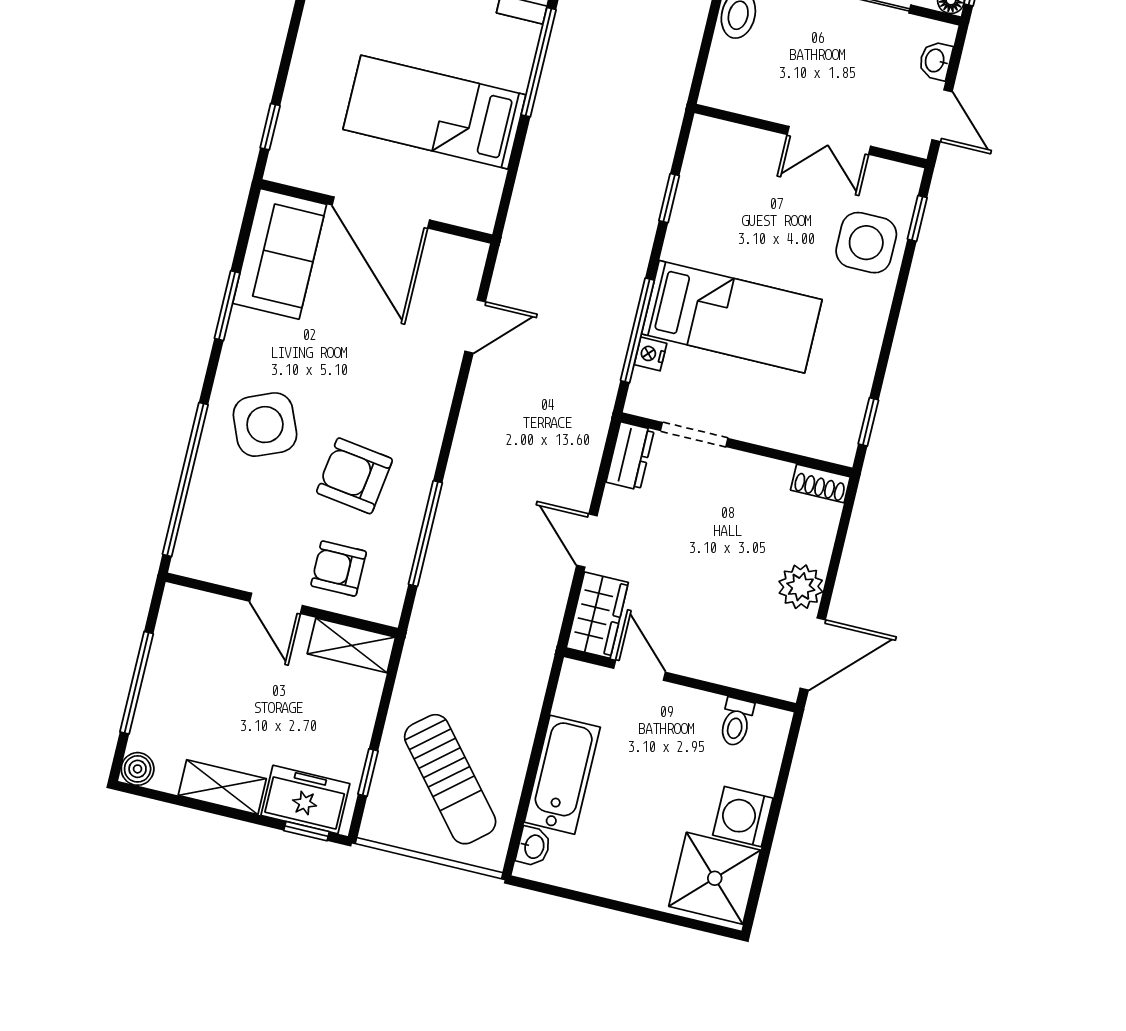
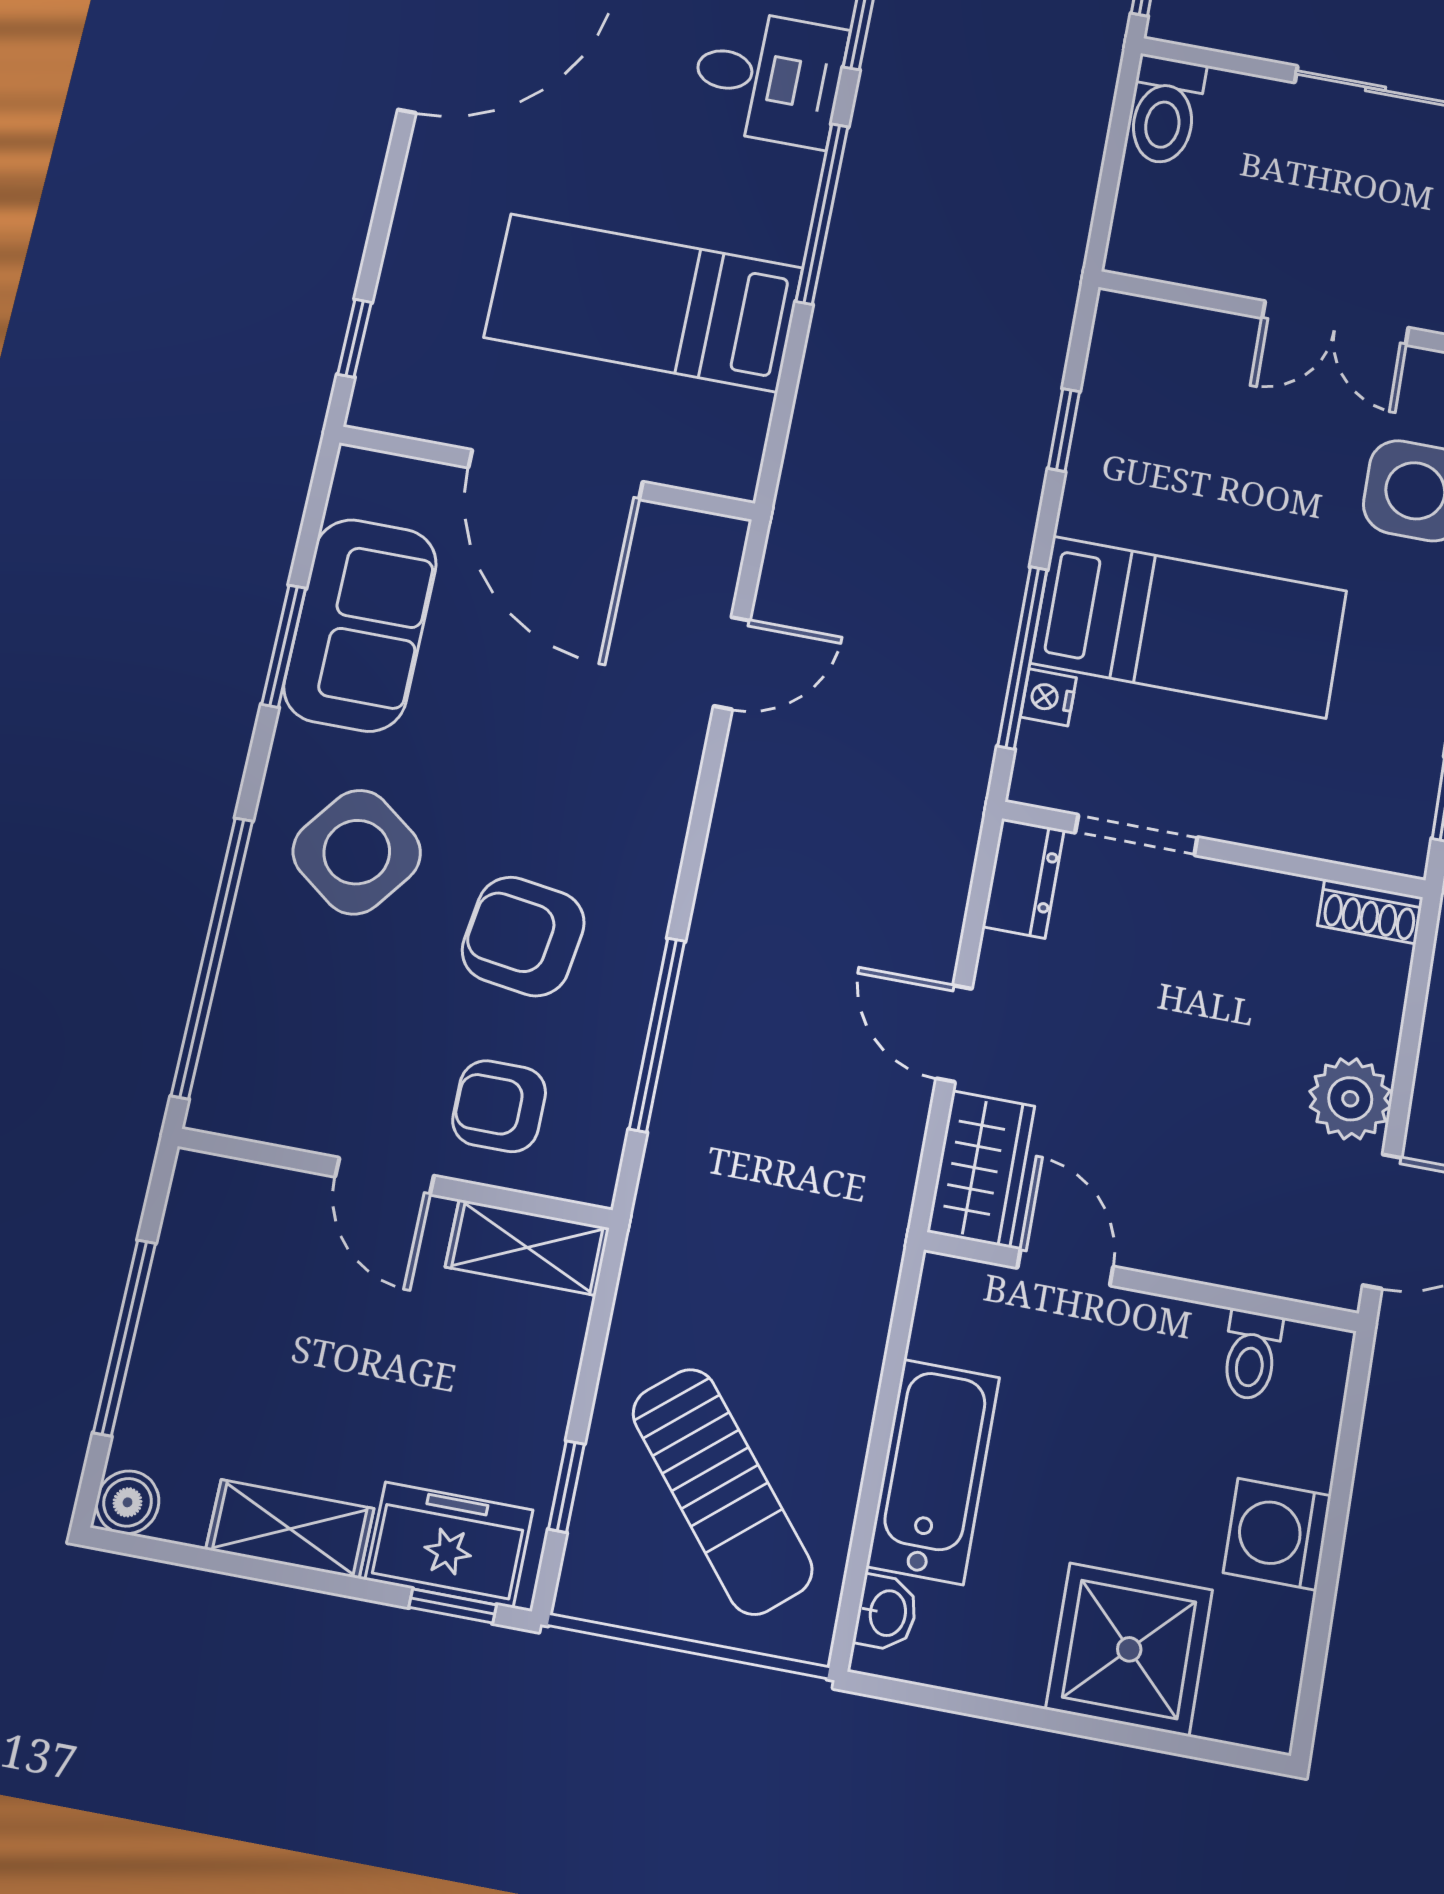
sofa: (280, 254) -> (360, 625), moved
side table: (265, 425) -> (357, 852), turned -30
shower: (715, 878) -> (1129, 1649), moved

